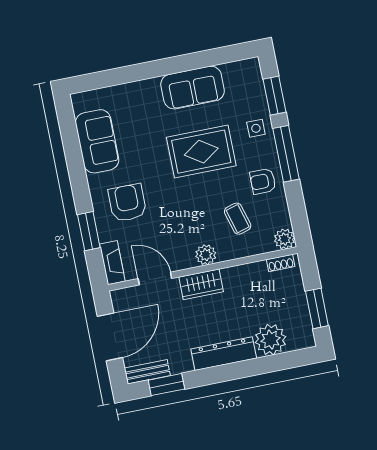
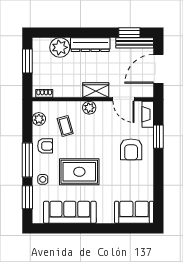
sofa: (193, 88) -> (70, 212), width x1.36
sofa: (97, 141) -> (134, 212), moved, turned 90
plant: (284, 239) -> (39, 119), moved
bench: (147, 372) -> (135, 43), width x1.36

